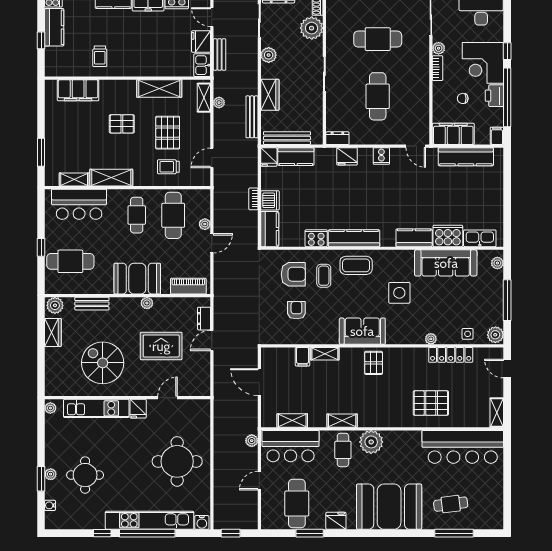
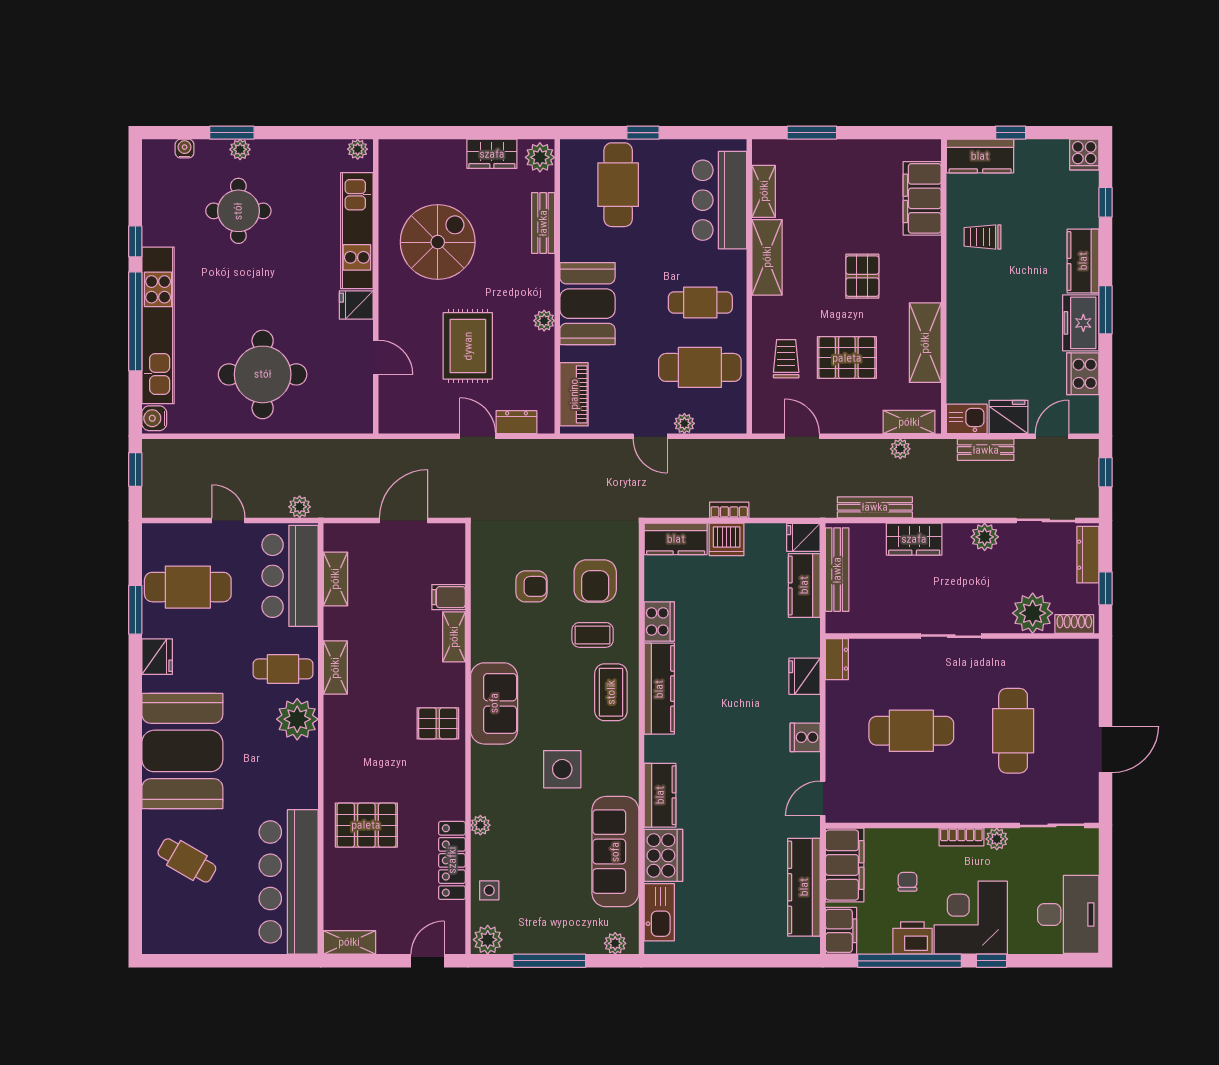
kitchen counter: (54, 27) -> (980, 156), moved
filing cabinet: (497, 136) -> (841, 931), width x2.00
pallet: (431, 403) -> (366, 825), turned 90
cafe table: (451, 504) -> (187, 860), turned -53
window: (454, 533) -> (135, 866), removed

